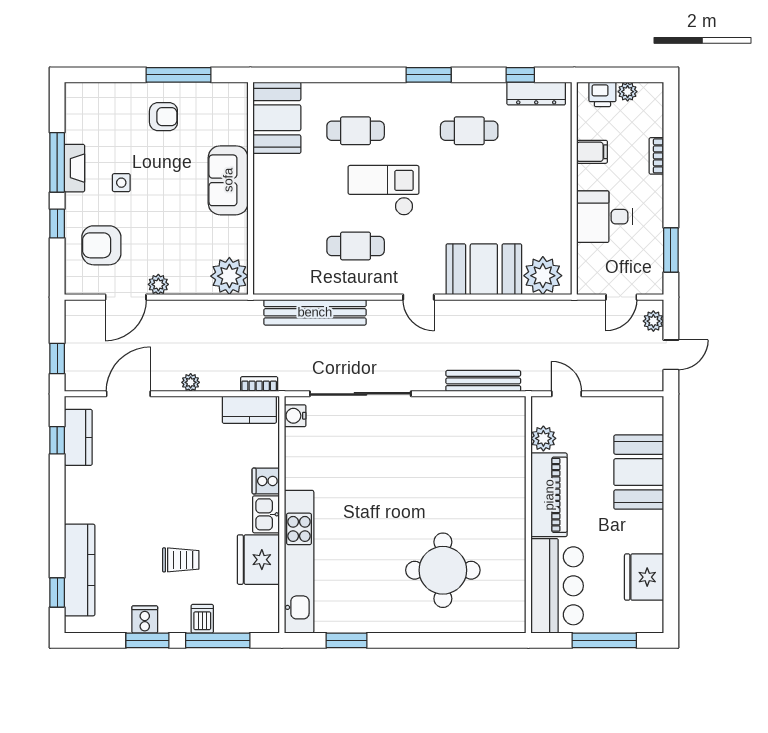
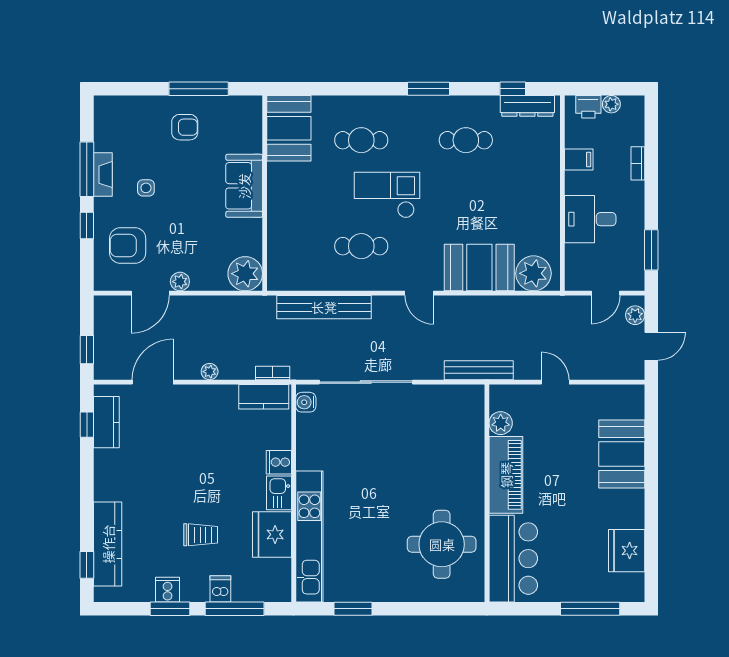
plant: (543, 438) -> (501, 423), moved
piano: (549, 495) -> (506, 475), moved
wall: (528, 515) -> (487, 493), moved
bar counter: (557, 586) -> (513, 559), moved

